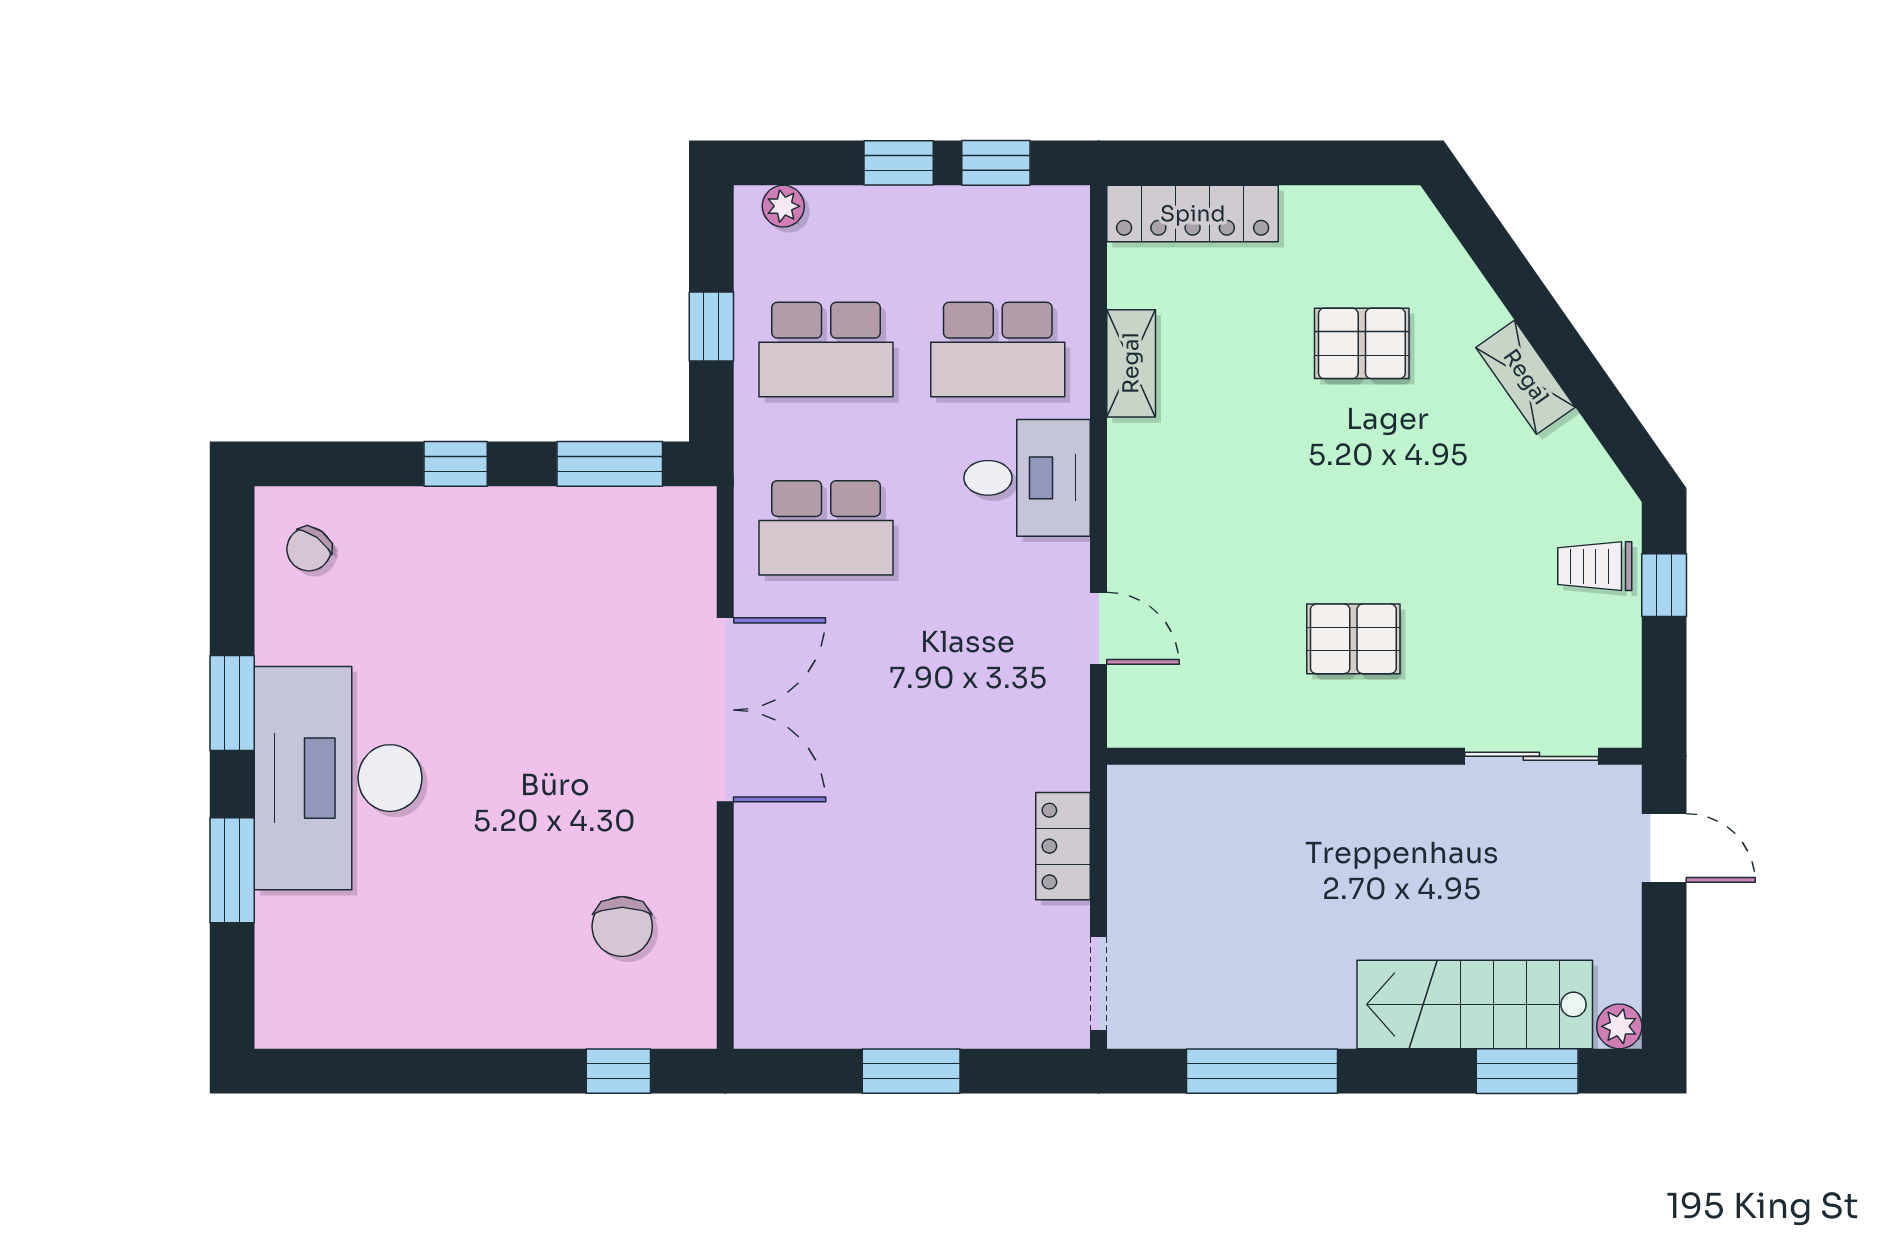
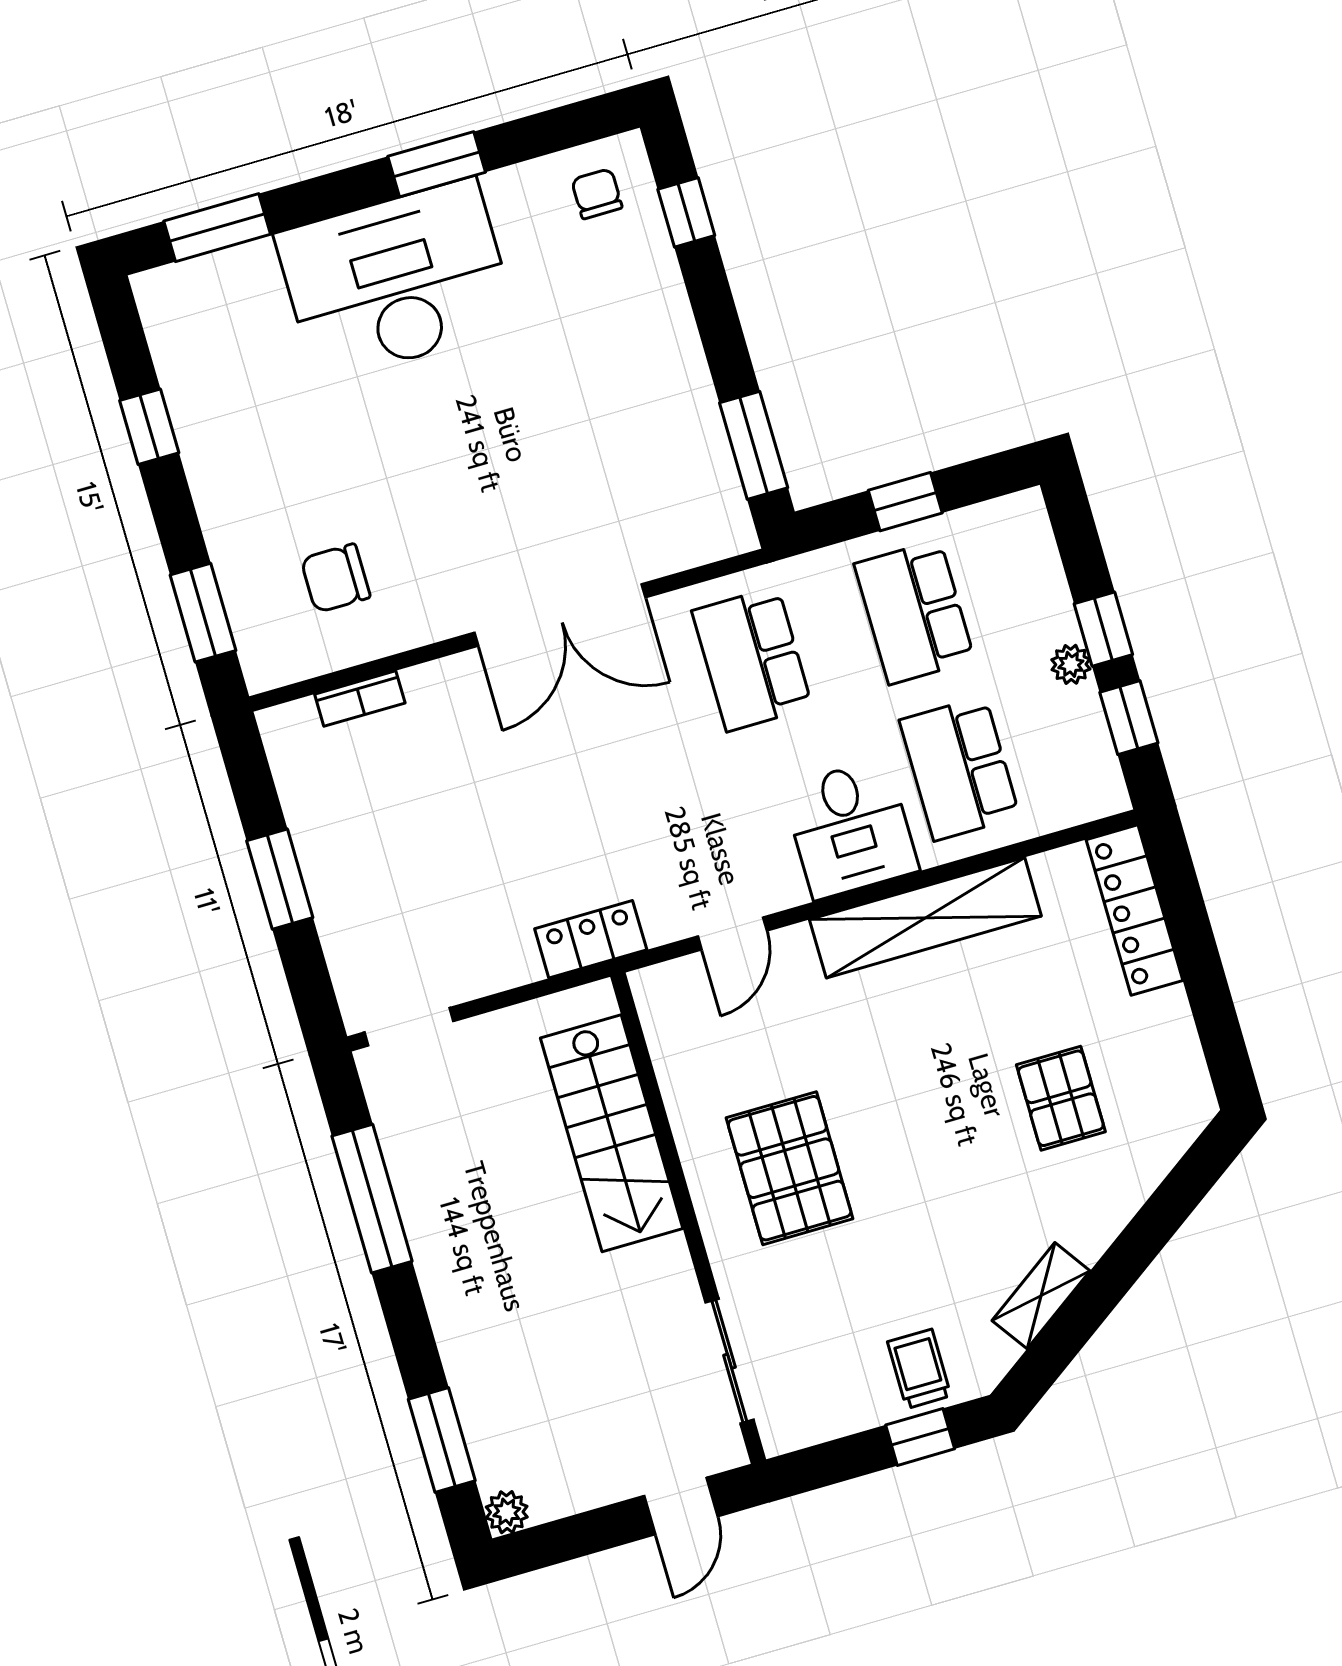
plant: (783, 206) -> (1071, 664), moved
shelving: (1131, 363) -> (925, 918), width x2.20, depth x1.33
shelving: (1526, 377) -> (1041, 1296), moved
window: (456, 464) -> (686, 212), moved
chair: (309, 549) -> (597, 194), turned 54
pallet: (1353, 639) -> (790, 1168), width x1.50, depth x1.42
locker: (1063, 846) -> (591, 939), moved
window: (232, 870) -> (217, 228), moved
bookcase: (751, 937) -> (360, 699), added
stairs: (1475, 1004) -> (612, 1133), moved, turned 180
window: (414, 1071) -> (149, 427), added
window: (618, 1071) -> (203, 613), width x1.50

